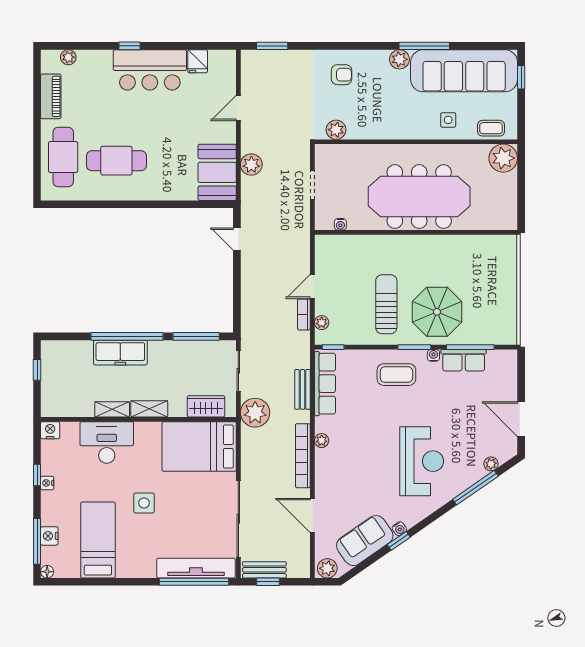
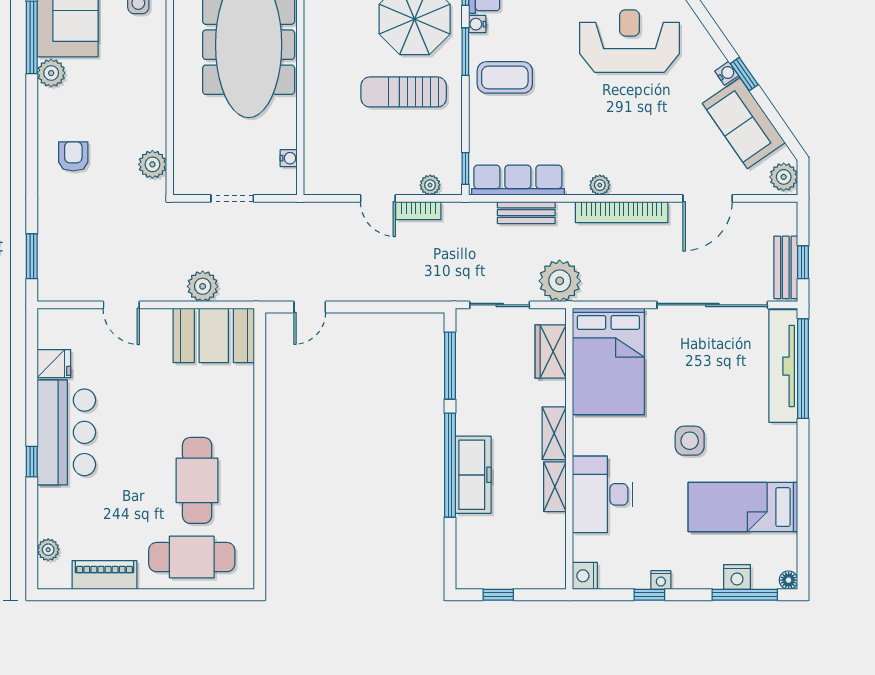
coffee table: (396, 375) -> (505, 77), turned 90

